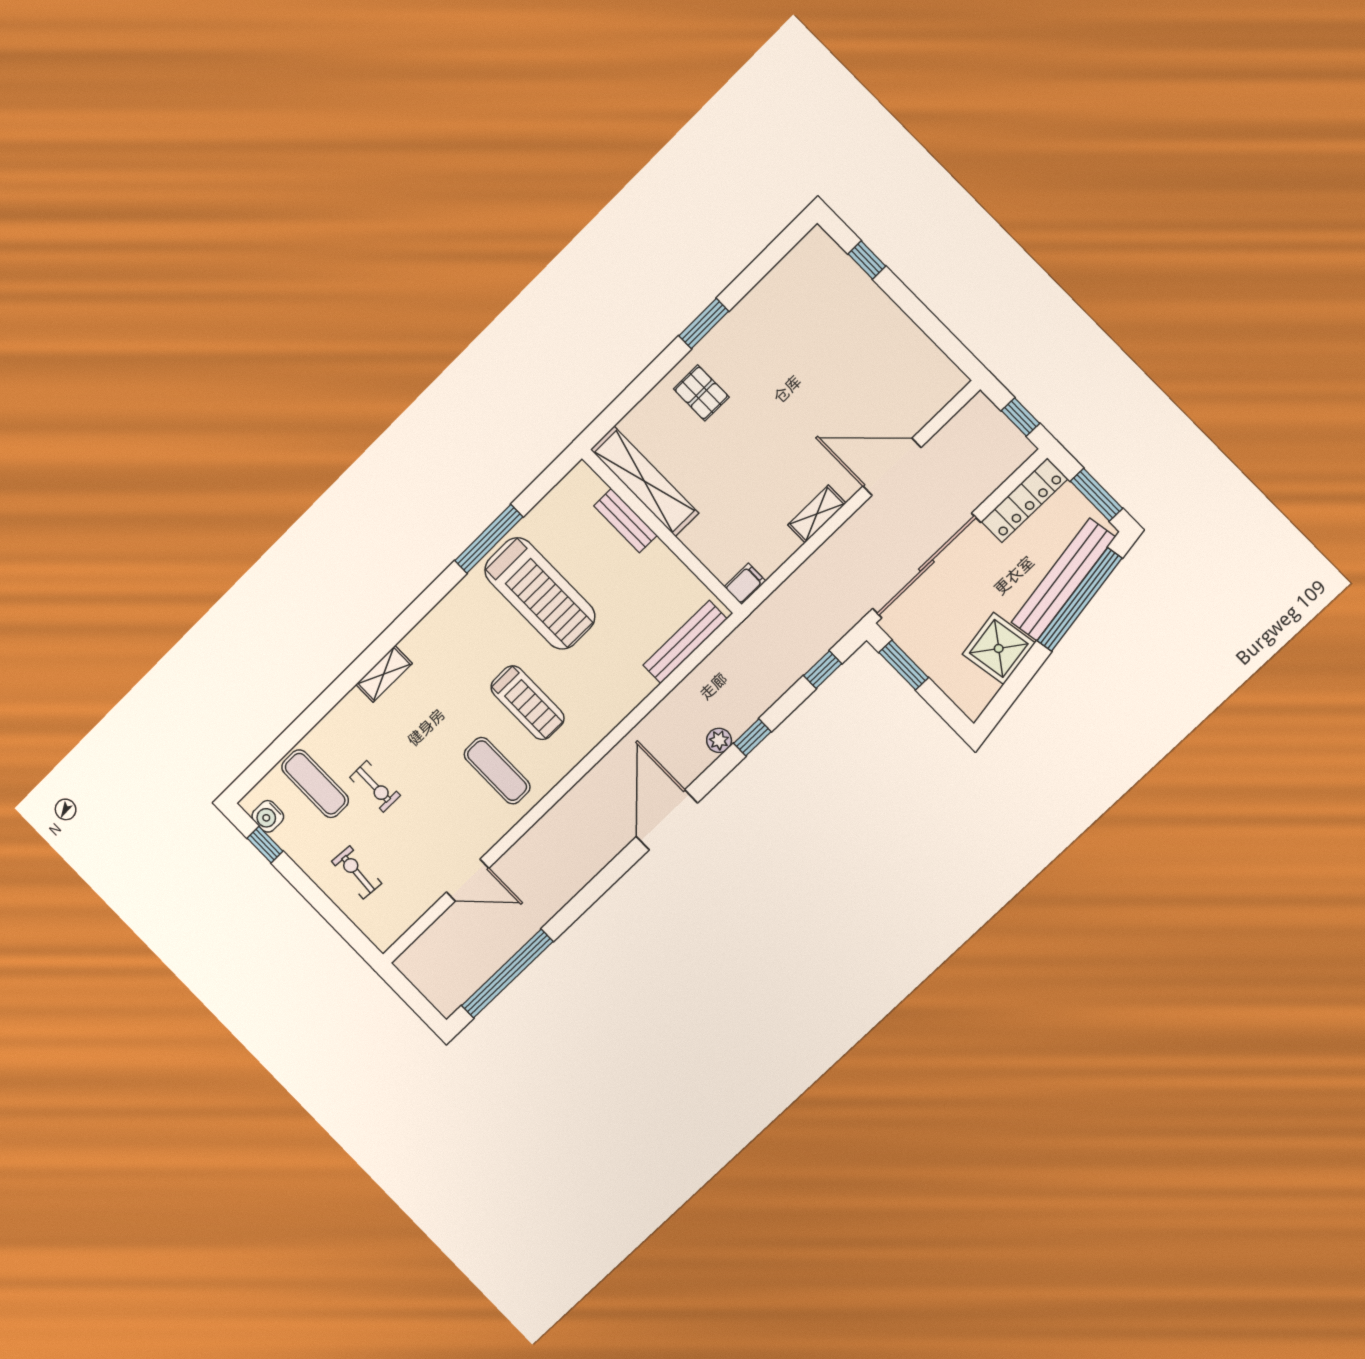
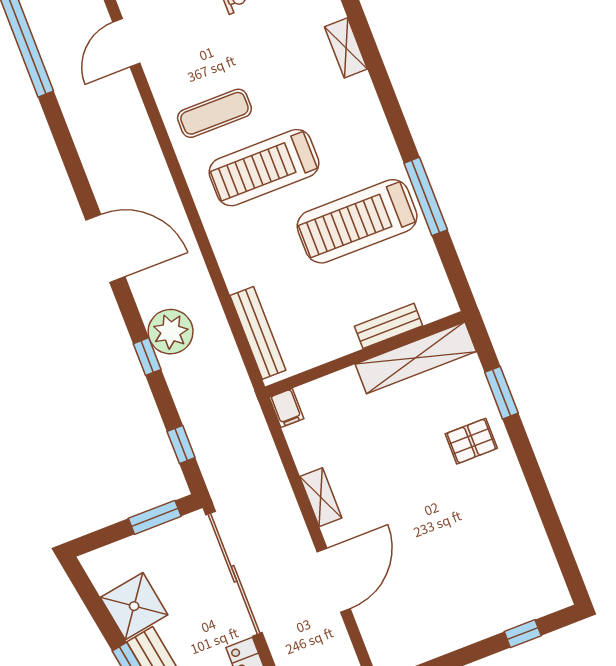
window: (704, 324) -> (501, 393), moved
treadmill: (527, 703) -> (264, 168), width x1.37, depth x1.38
plant: (719, 740) -> (171, 332), width x1.88, depth x1.88

